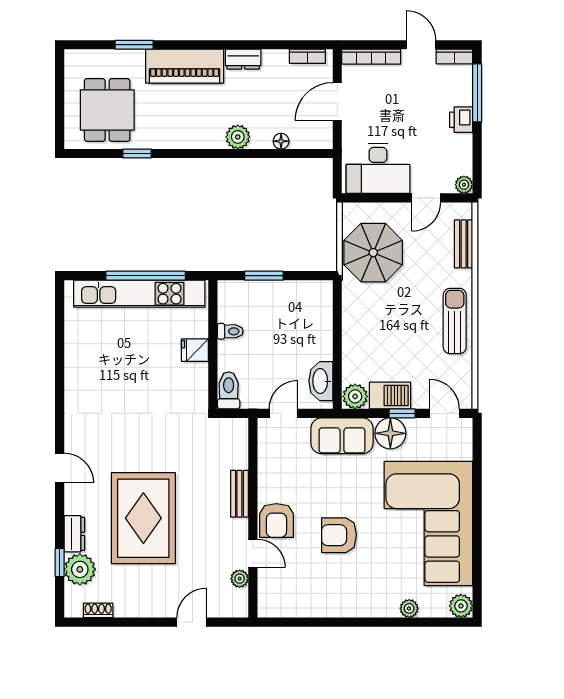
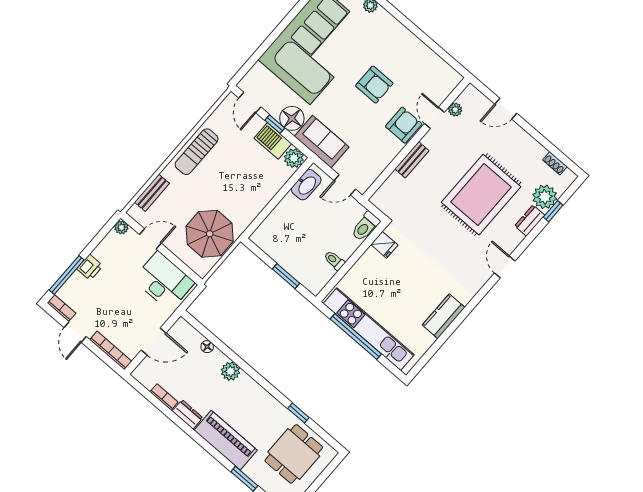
bookcase: (307, 56) -> (164, 397), moved
fridge: (195, 350) -> (384, 245), moved
kitchen counter: (78, 369) -> (444, 316), added

